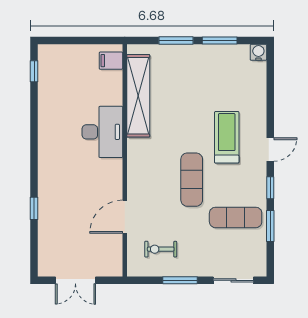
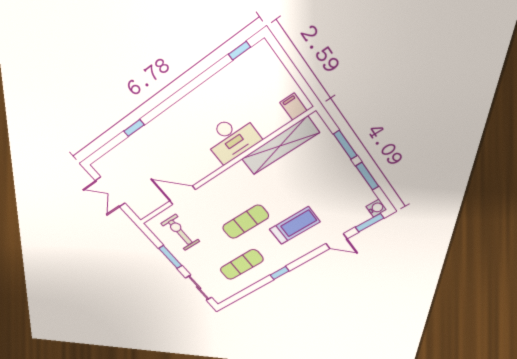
door: (270, 149) -> (336, 241), moved
exercise mat: (236, 217) -> (242, 265), turned 90
window: (270, 226) -> (370, 223), moved
exercise bike: (161, 249) -> (180, 232), width x1.38, depth x1.39

